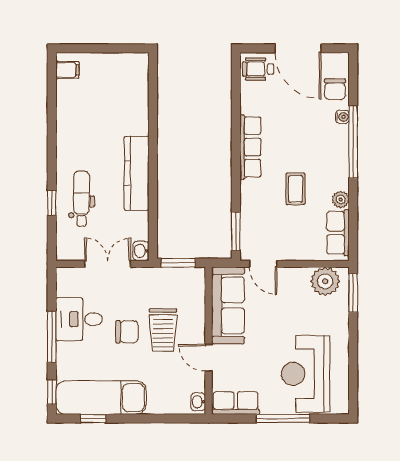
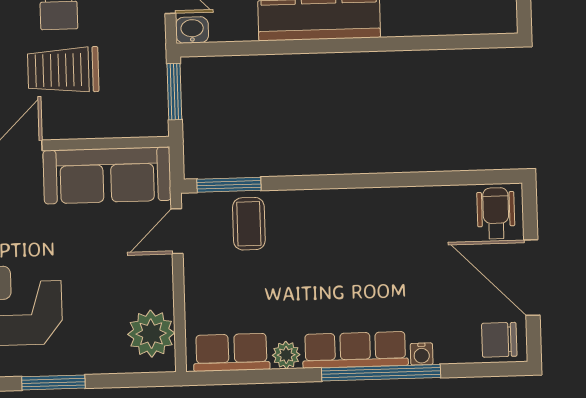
door: (298, 48) -> (532, 278), hinge flipped
chair: (335, 89) -> (499, 340), moved
row of seats: (250, 147) -> (355, 350), moved, turned 180
coffee table: (296, 189) -> (249, 224), moved, turned 90
window: (353, 293) -> (53, 382), moved

